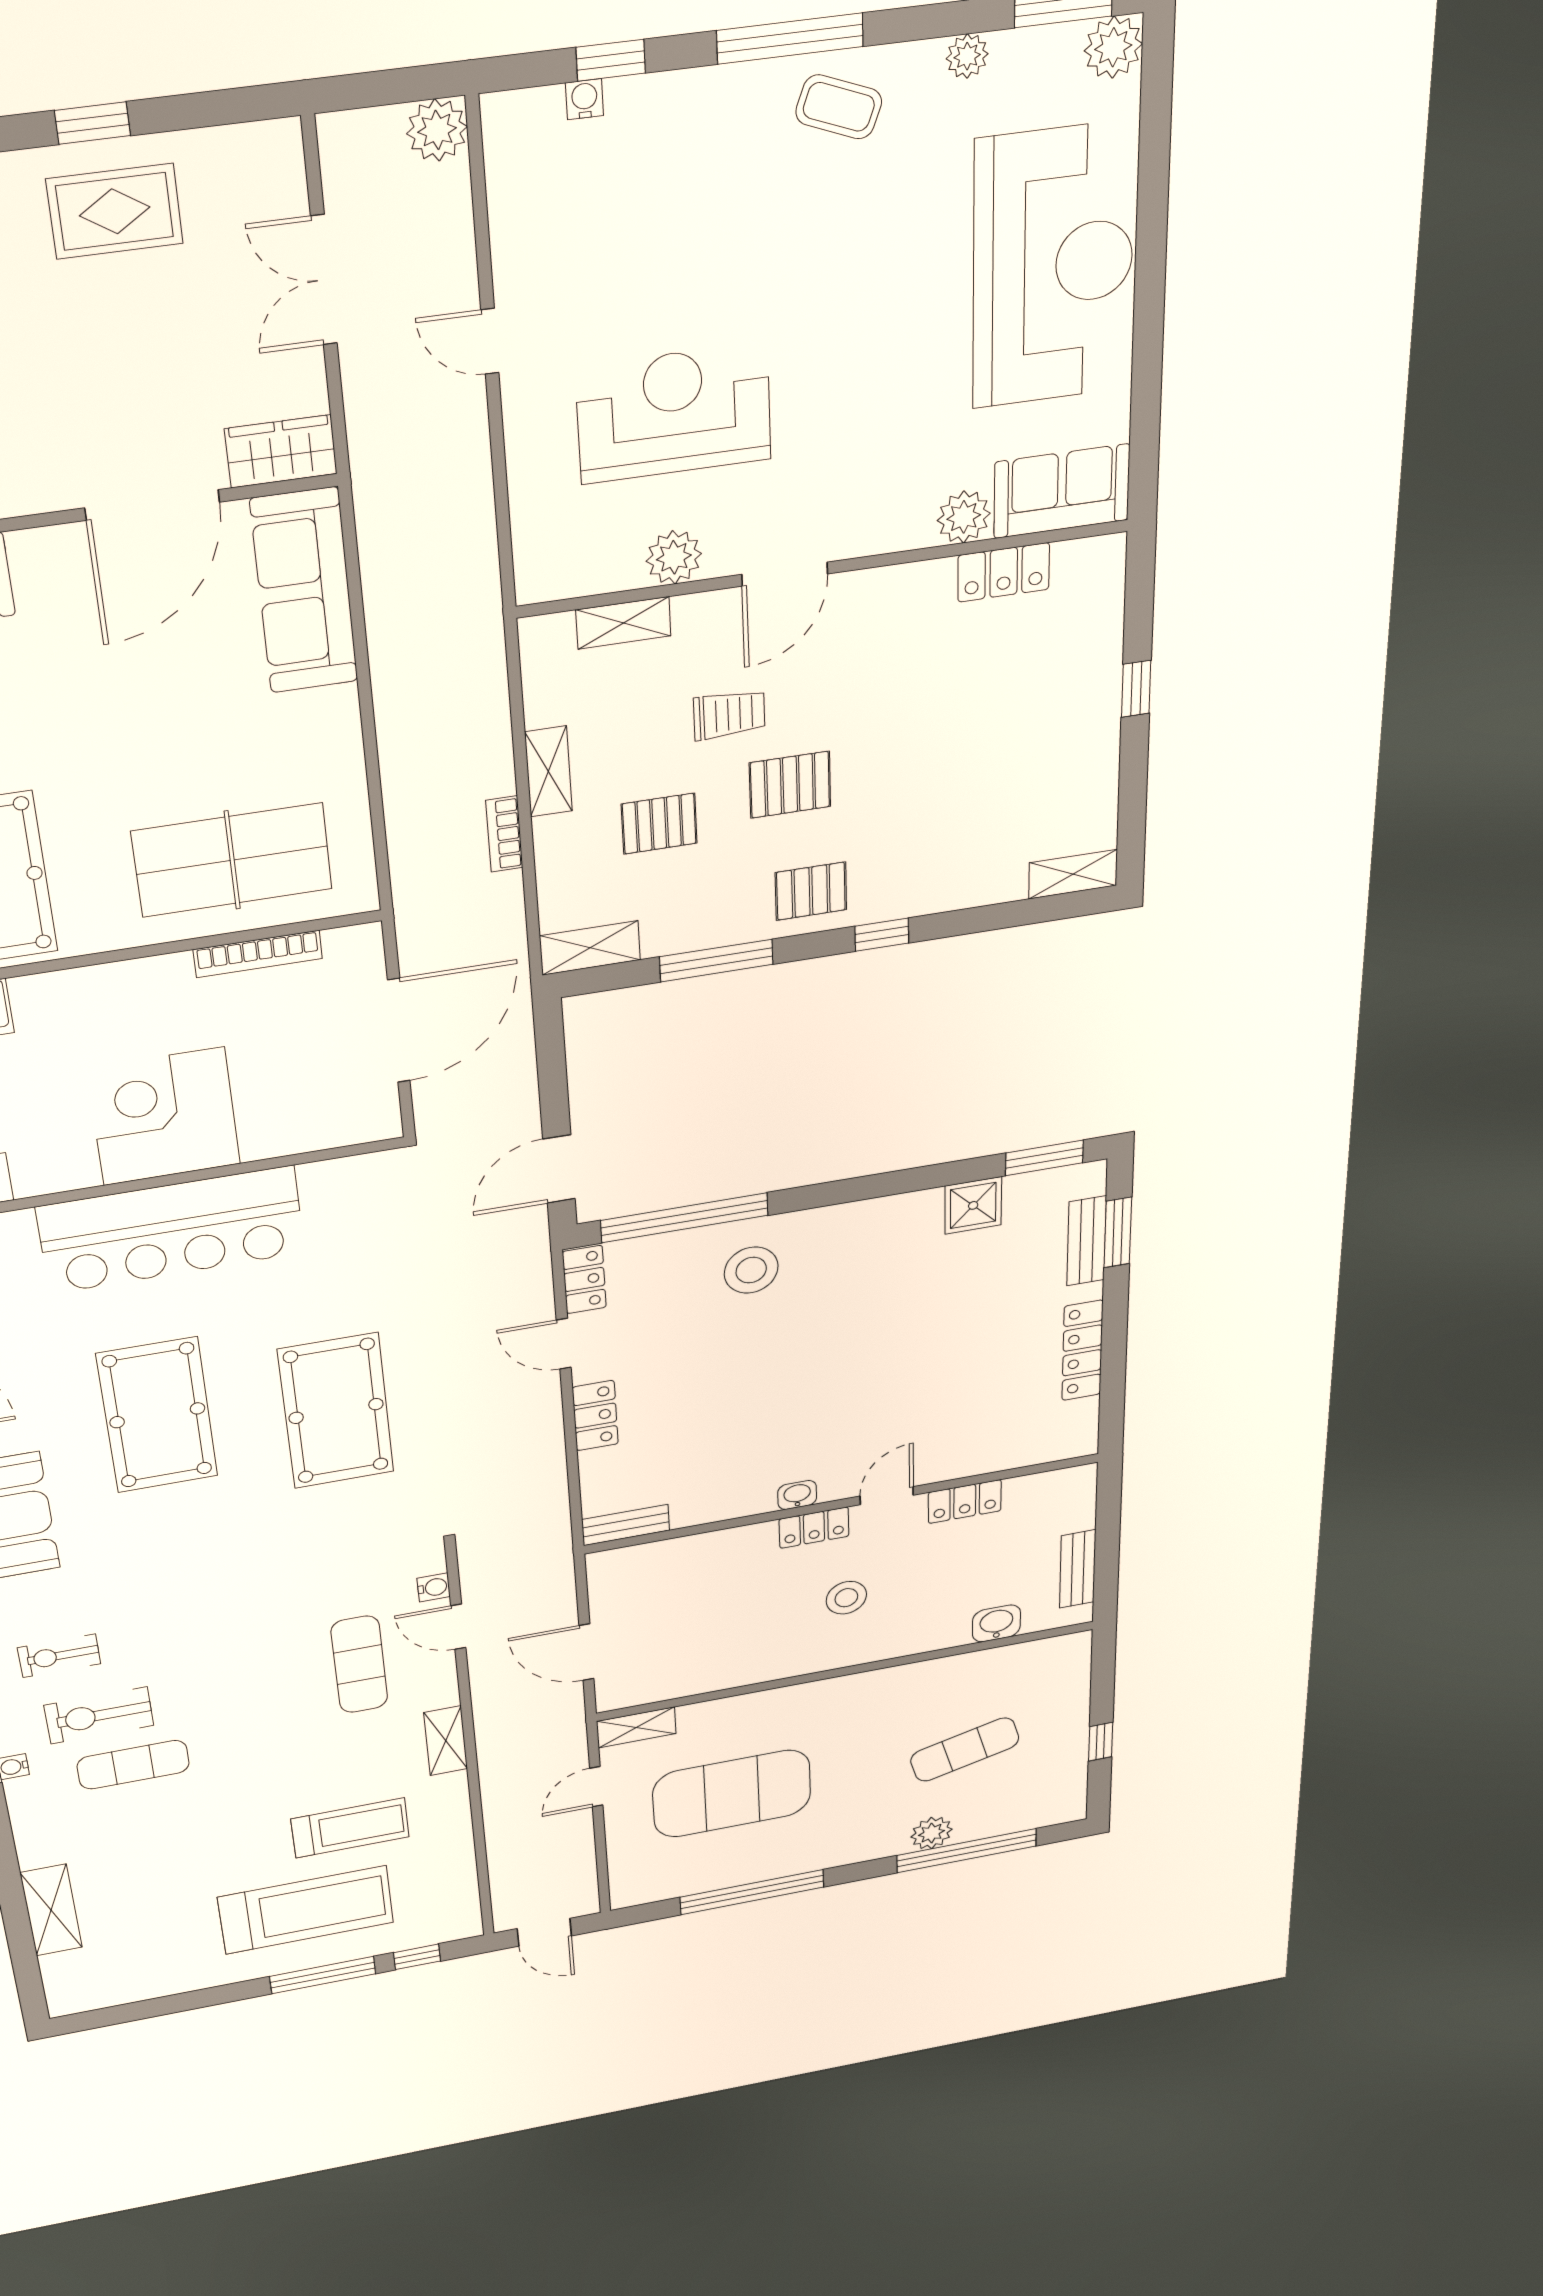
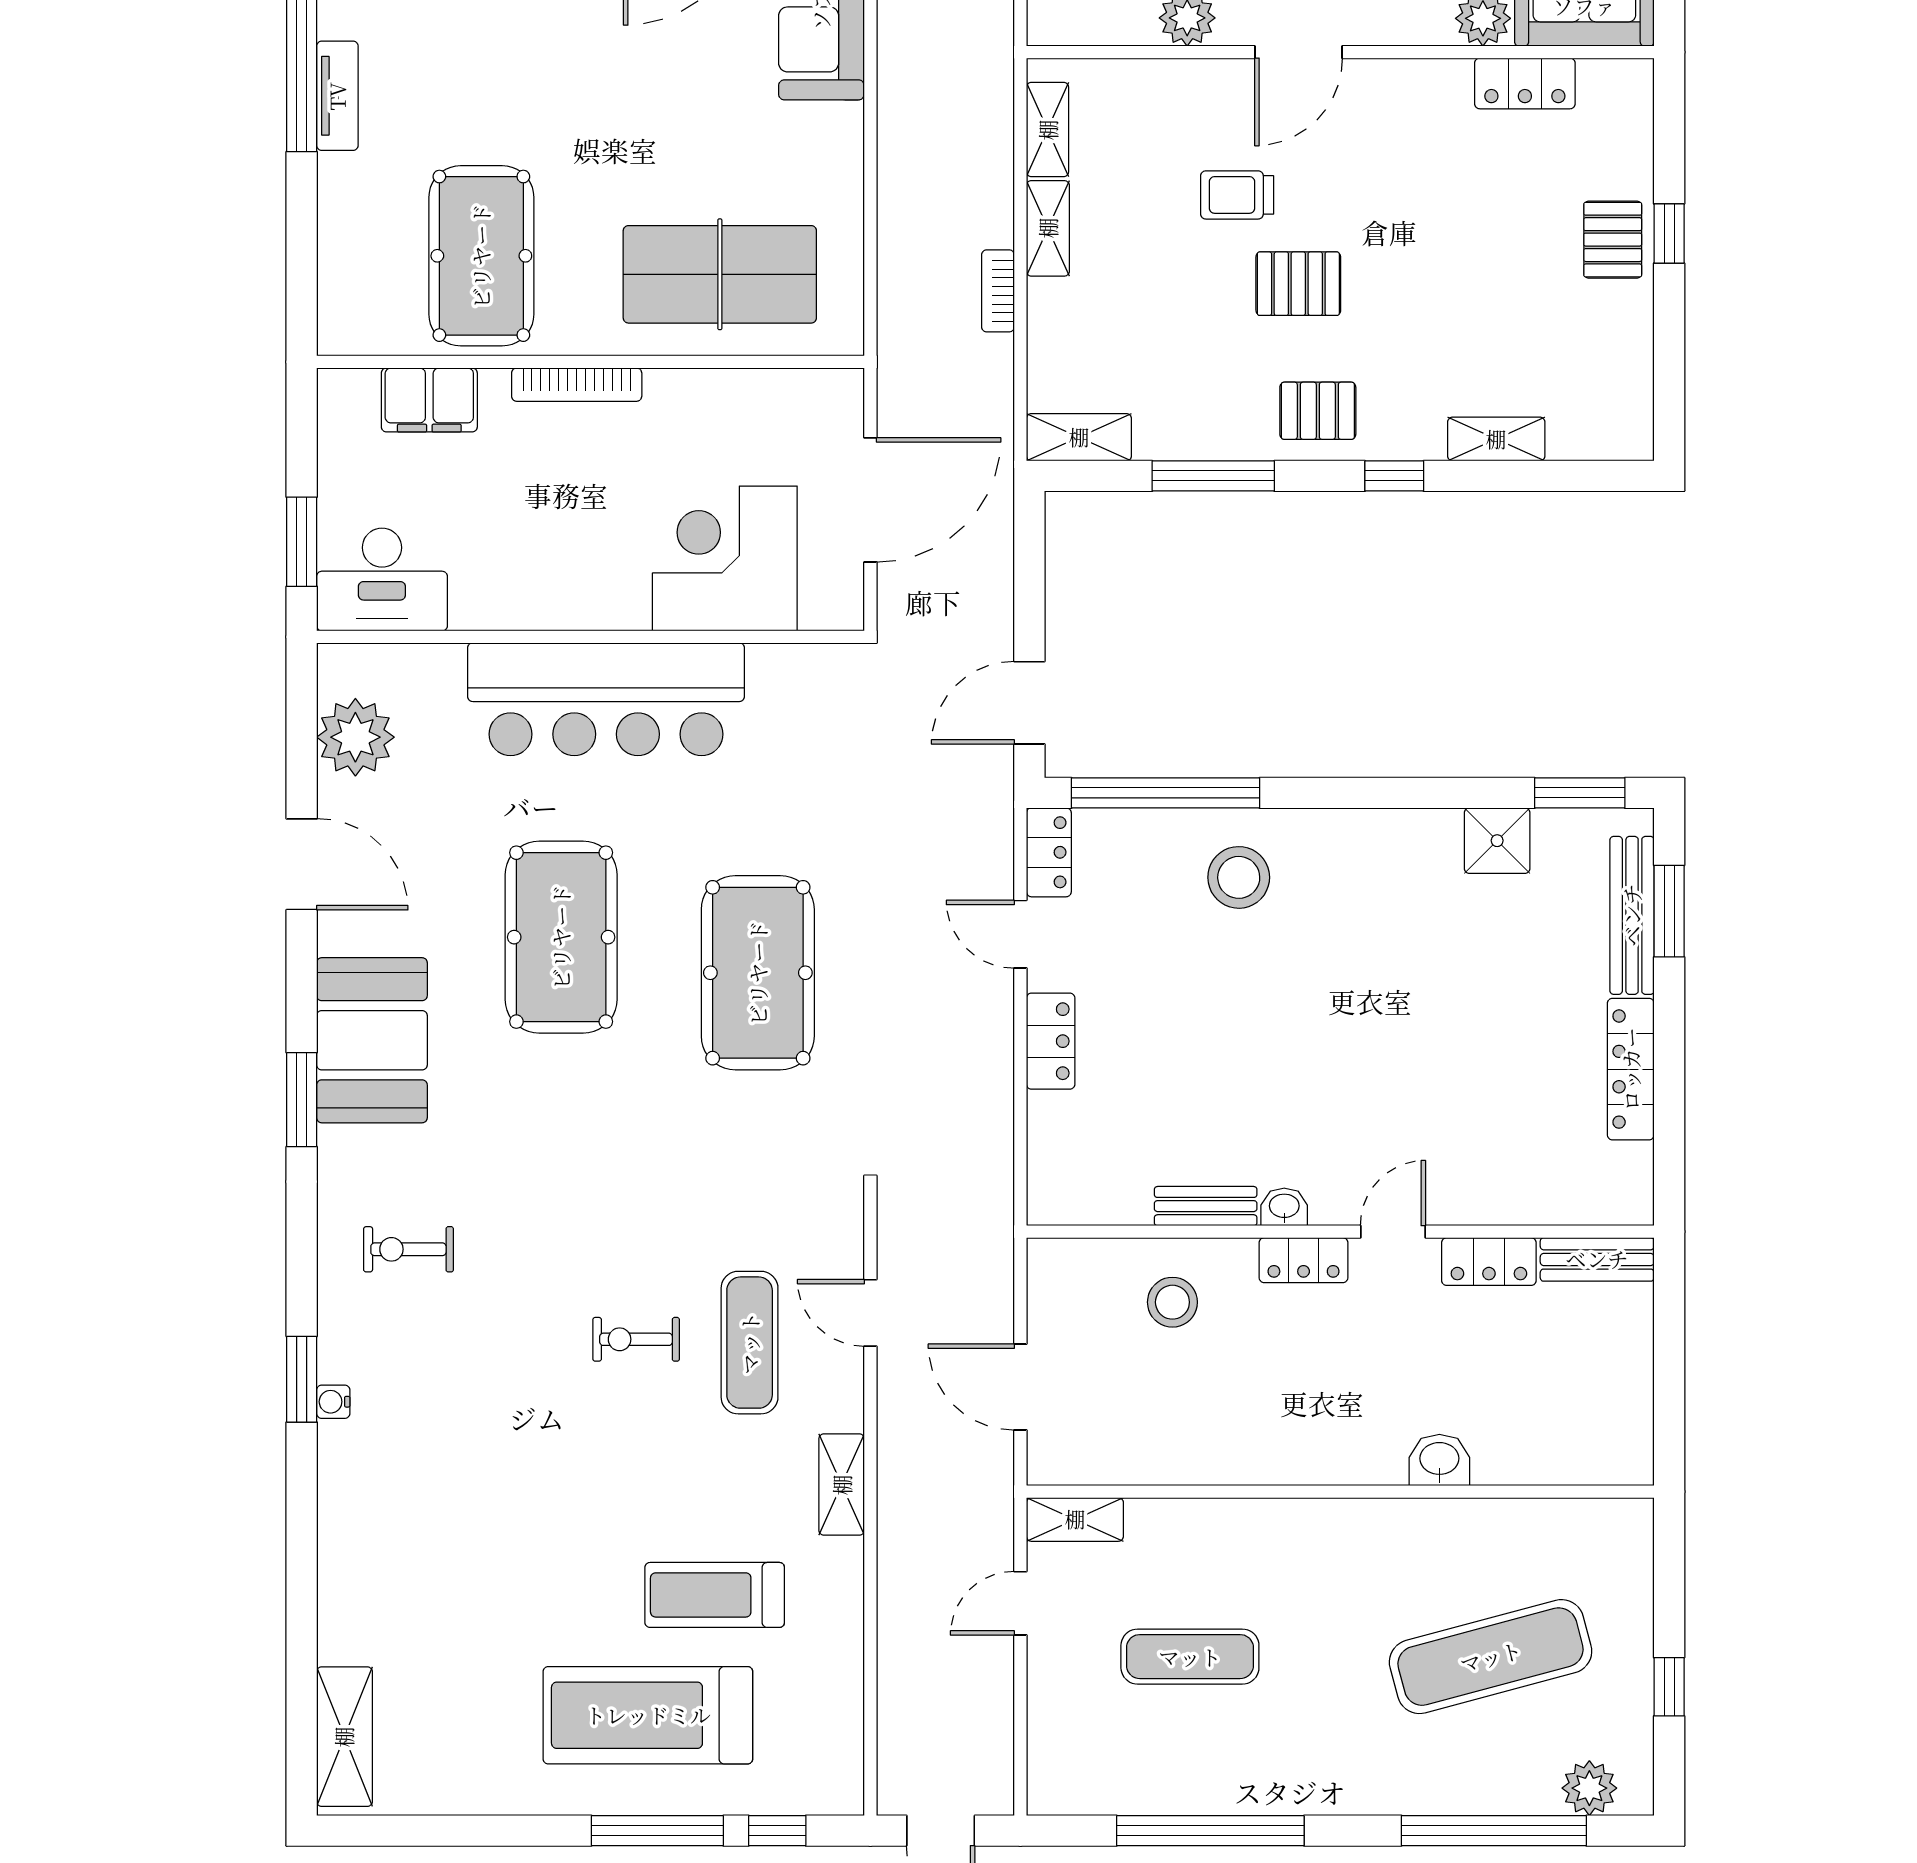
shelving: (623, 623) -> (1048, 130), moved, turned 90
trolley: (729, 715) -> (1237, 195), turned 180
pallet: (659, 824) -> (1613, 240), moved, turned 90
shelving: (1073, 874) -> (1496, 439), moved
bookcase: (258, 954) -> (577, 385), moved
corner desk: (164, 1117) -> (725, 558), moved
bench: (1087, 1241) -> (1632, 915), width x1.36
bench: (626, 1525) -> (1206, 1206), moved
bench: (1078, 1569) -> (1597, 1259), moved, turned 90
water cooler: (434, 1587) -> (846, 1248), removed
stool: (846, 1598) -> (1172, 1302), moved
washbasin: (996, 1623) -> (1439, 1460), moved
exercise bike: (99, 1715) -> (636, 1339), moved, width x0.73, depth x0.72
exercise mat: (965, 1750) -> (1491, 1657), width x1.36, depth x1.45
exercise mat: (133, 1765) -> (470, 1432), removed
exercise mat: (732, 1794) -> (1190, 1657), width x0.50, depth x0.69
treadmill: (350, 1828) -> (715, 1595), turned 180
plant: (932, 1833) -> (1589, 1788), moved
shelving: (51, 1910) -> (344, 1737), moved
treadmill: (306, 1910) -> (648, 1715), turned 180

